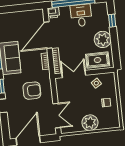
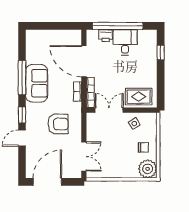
printer: (53, 13) -> (106, 36), moved
door: (48, 35) -> (84, 61), hinge flipped
plant: (103, 39) -> (147, 73), removed
plant: (90, 123) -> (148, 169), moved

